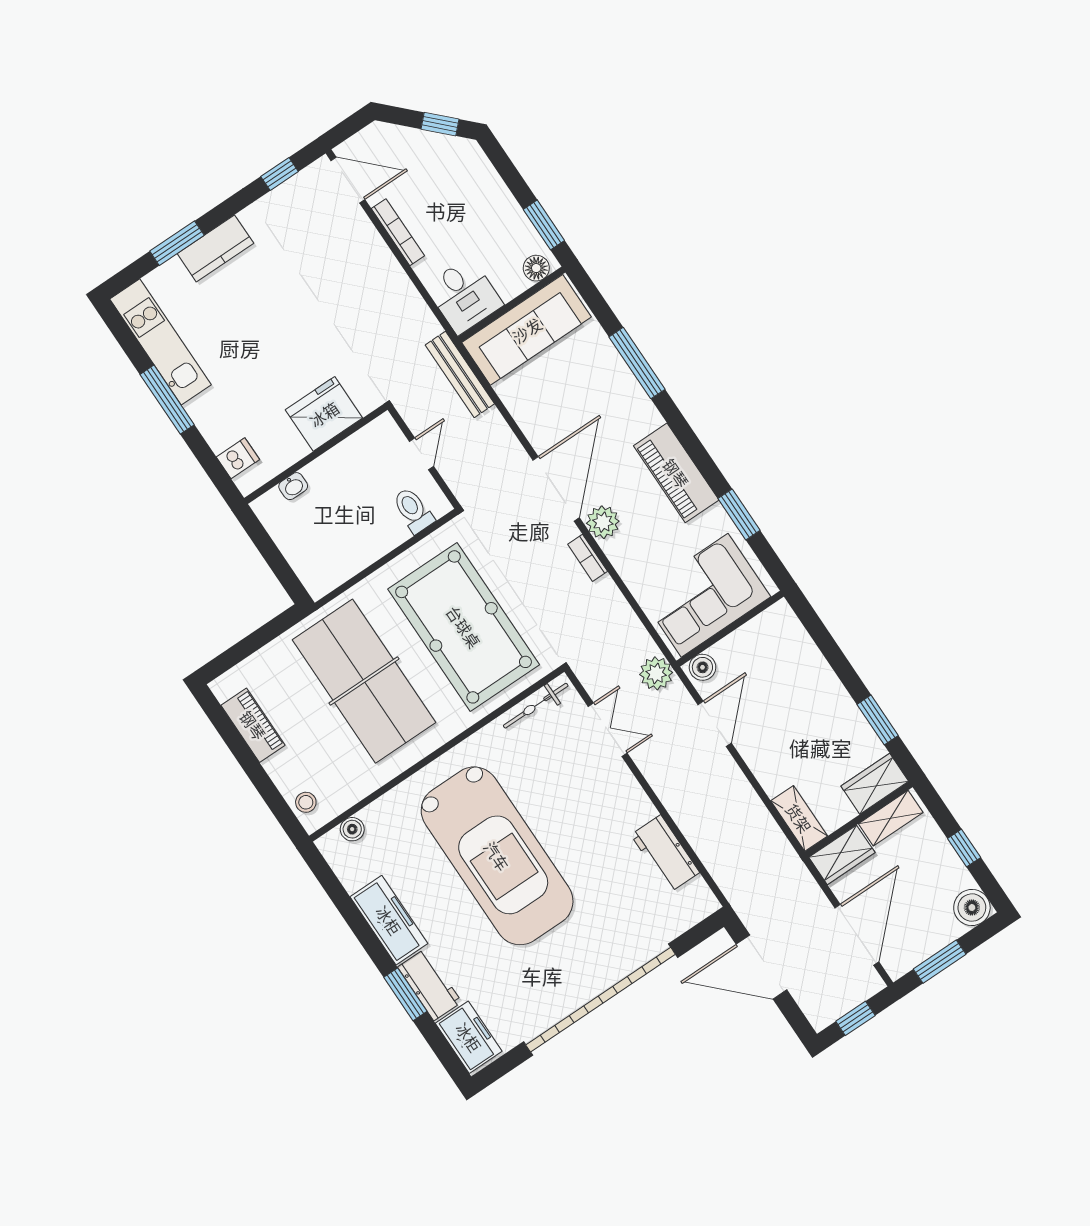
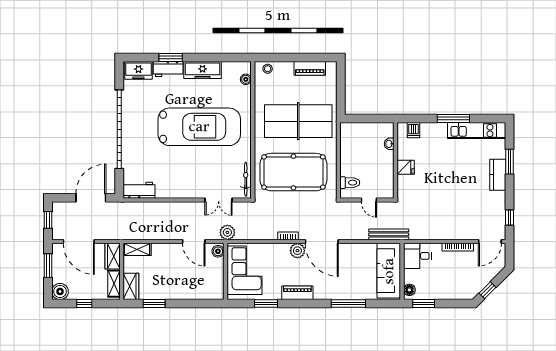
fridge: (324, 414) -> (406, 167), width x0.53, depth x0.75
piano: (676, 473) -> (297, 293), width x0.73, depth x0.75
workbench: (665, 854) -> (139, 190), moved
car: (497, 856) -> (199, 127), turned 180

